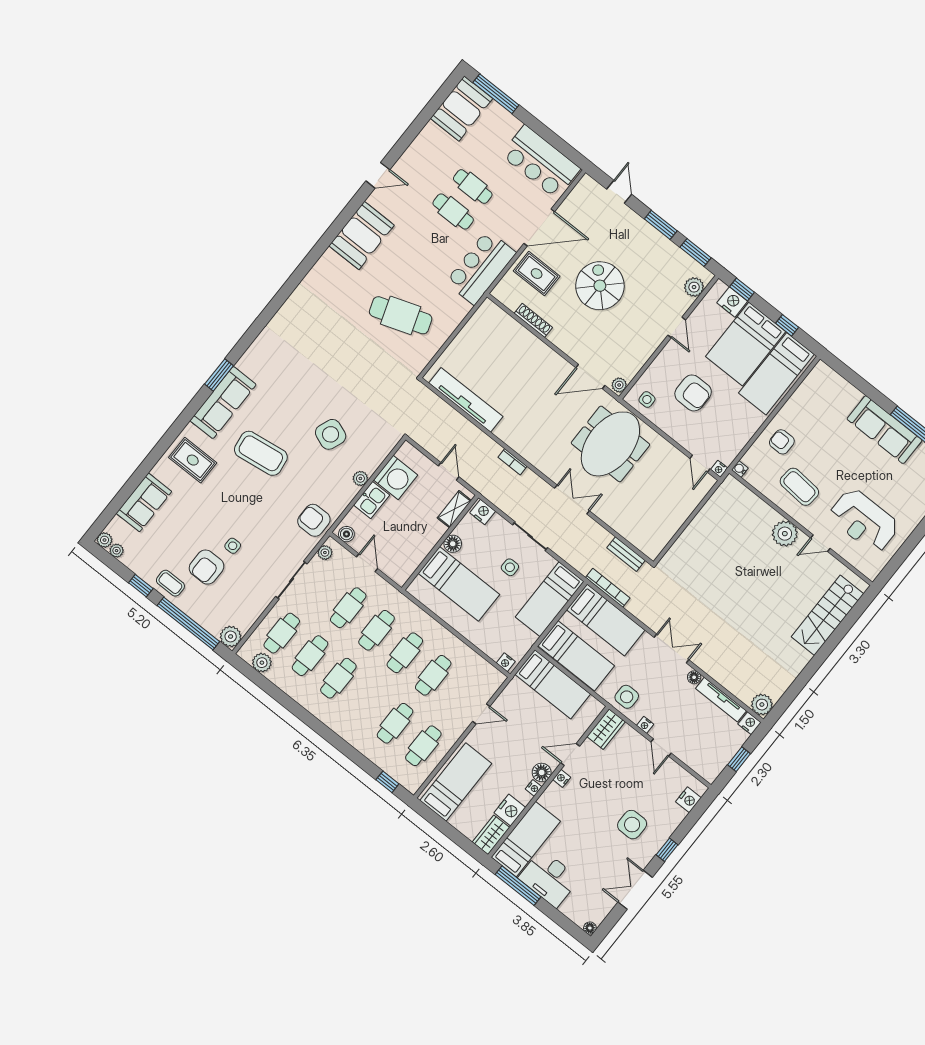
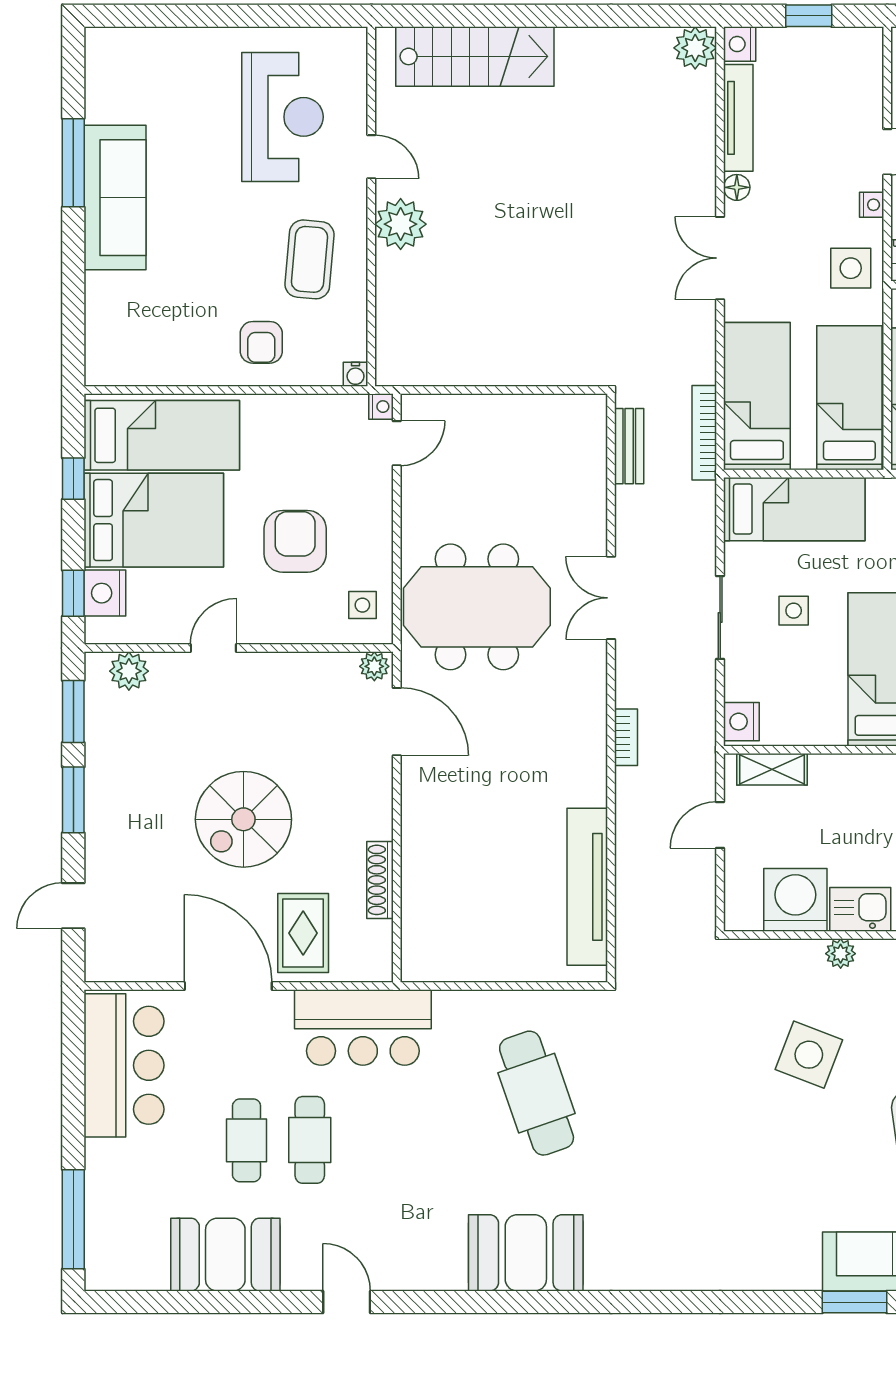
booth: (462, 108) -> (225, 1255), moved
booth: (362, 235) -> (526, 1253), moved
floor lamp: (453, 544) -> (828, 729), removed

